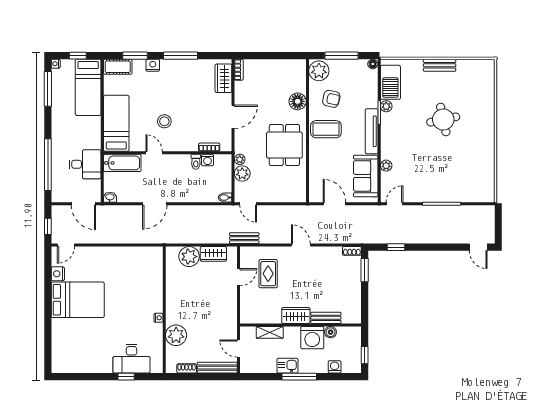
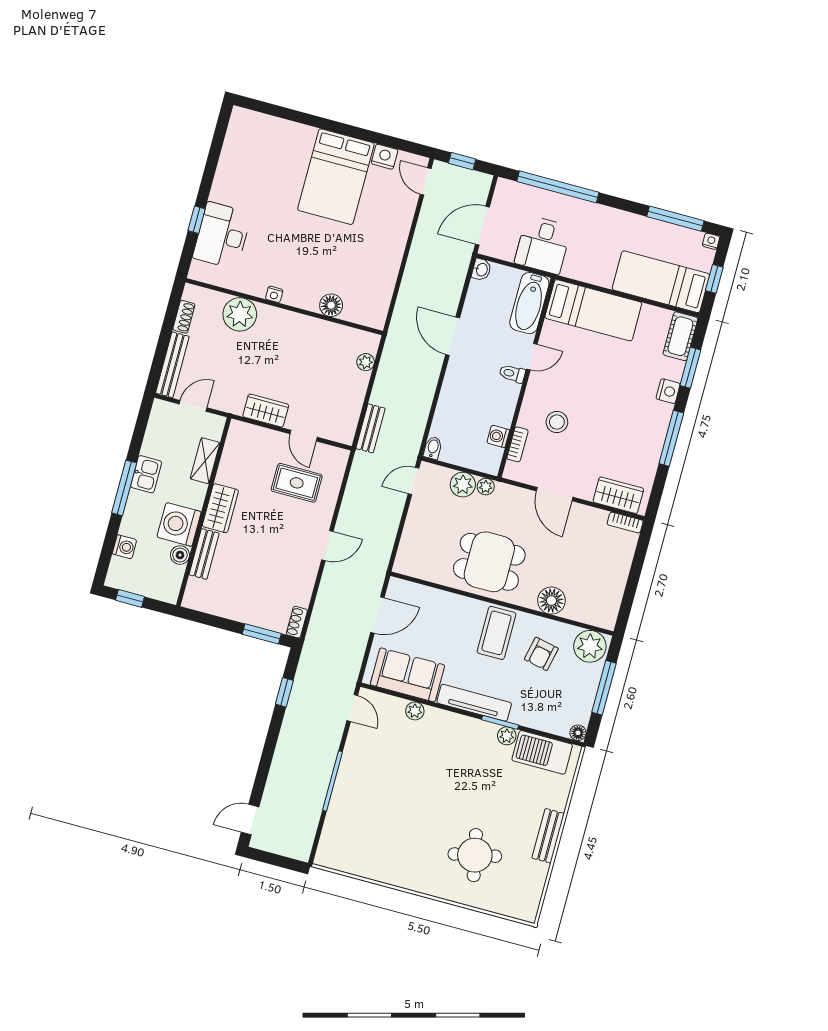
round table: (443, 120) -> (475, 855), moved
stool: (164, 121) -> (557, 422), moved
toilet: (196, 162) -> (512, 374), moved
bench: (244, 238) -> (371, 428), moved
wardrobe: (213, 254) -> (266, 411), moved, turned 90
plant: (189, 257) -> (366, 362), width x0.53, depth x0.53
floor lamp: (156, 282) -> (331, 305), added

